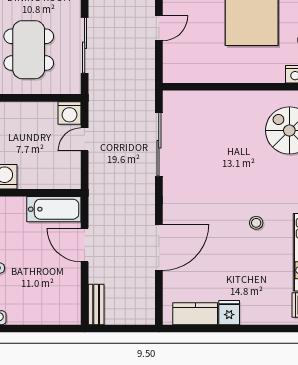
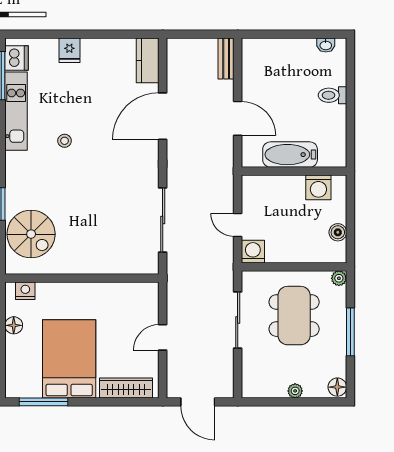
door: (85, 139) -> (238, 225), swing flipped
bathtub: (54, 209) -> (290, 155), moved
fridge: (229, 313) -> (69, 50), moved
kitchen counter: (195, 314) -> (148, 60), moved, turned 90

